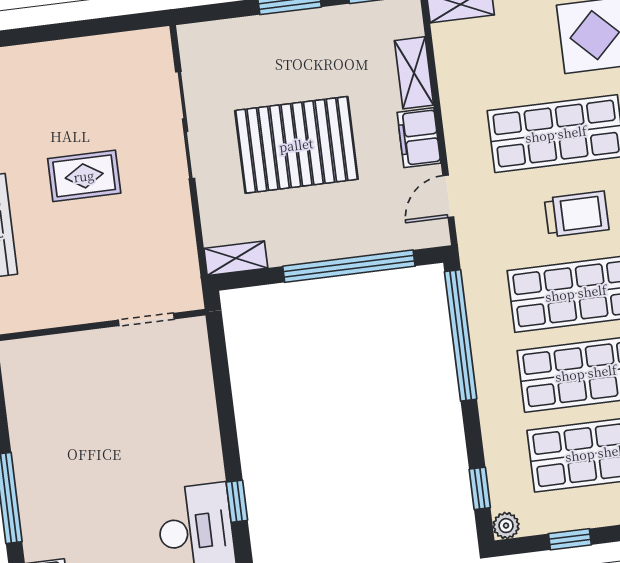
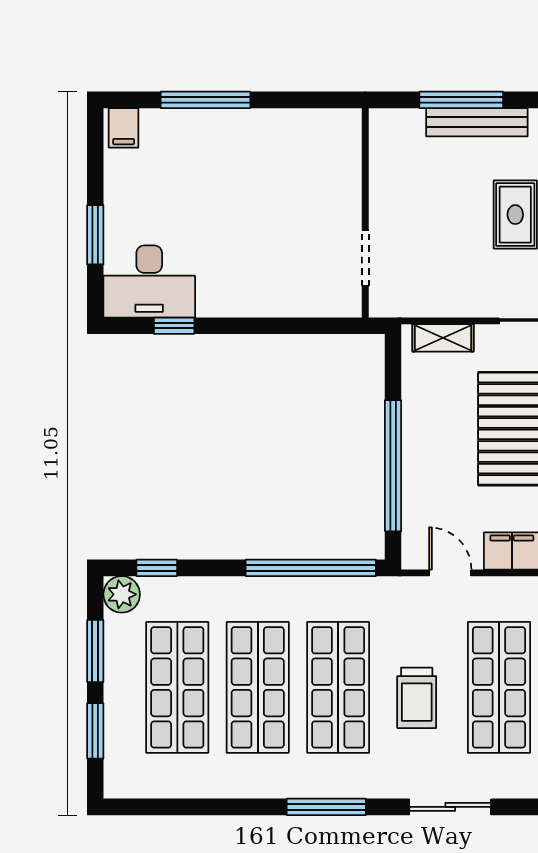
shelving: (236, 258) -> (443, 338), moved, turned 90
plant: (506, 526) -> (122, 594), width x1.38, depth x1.38
window: (570, 539) -> (95, 651), width x1.50

